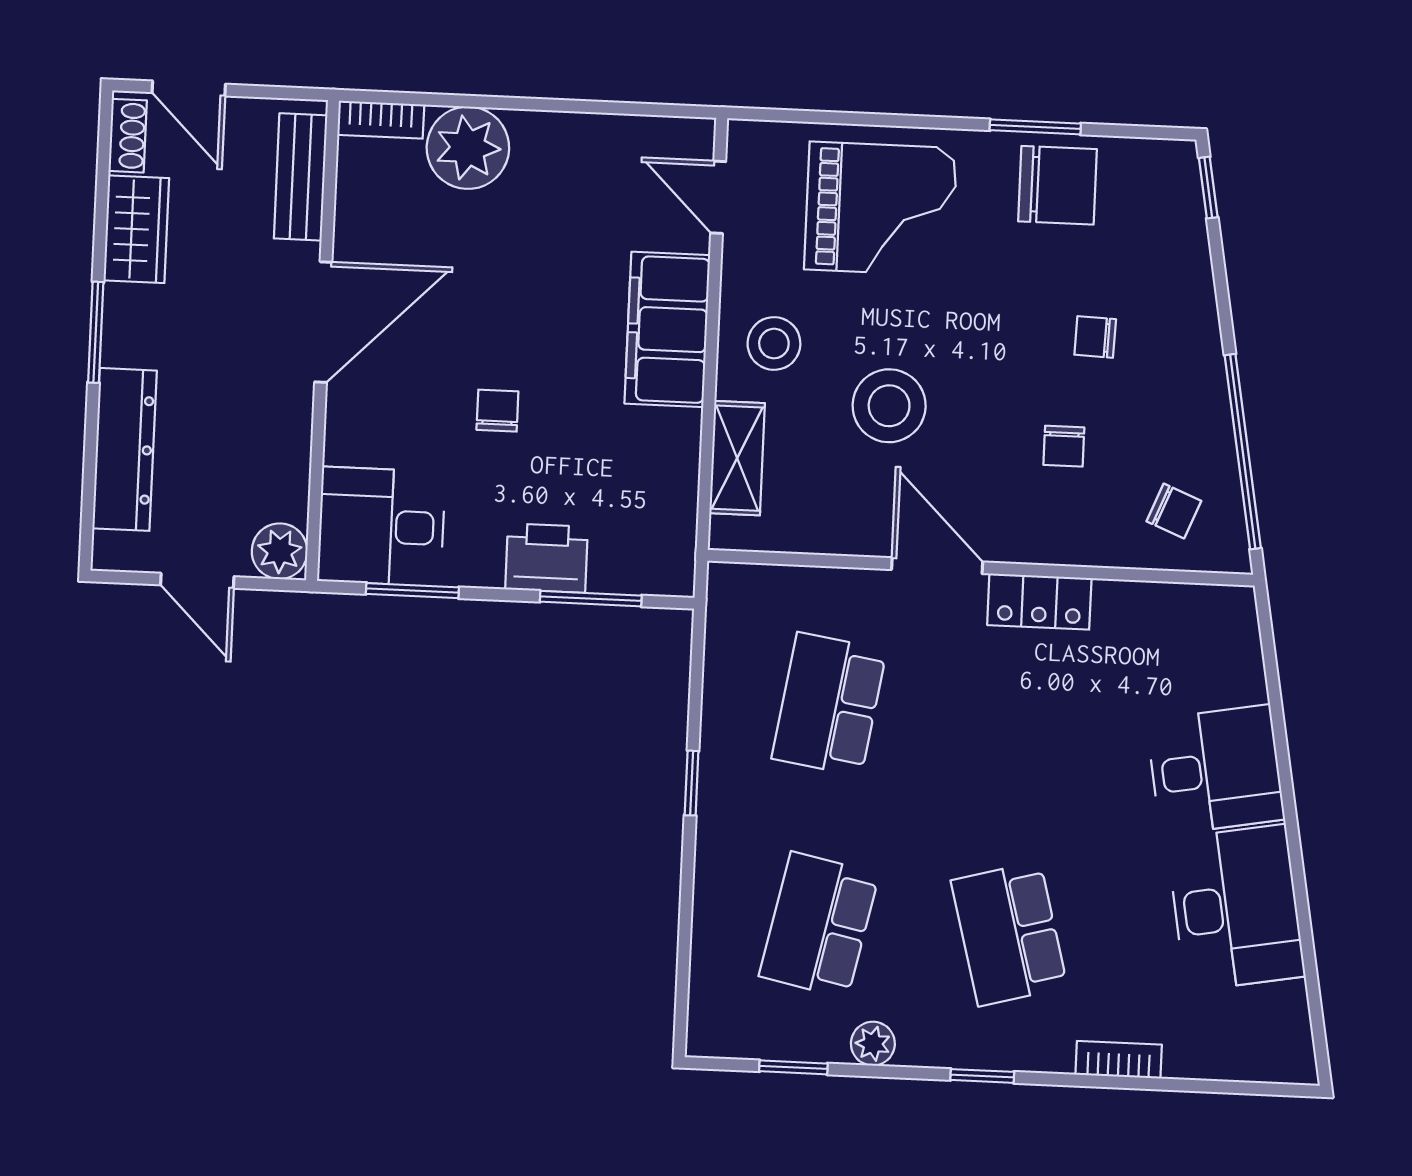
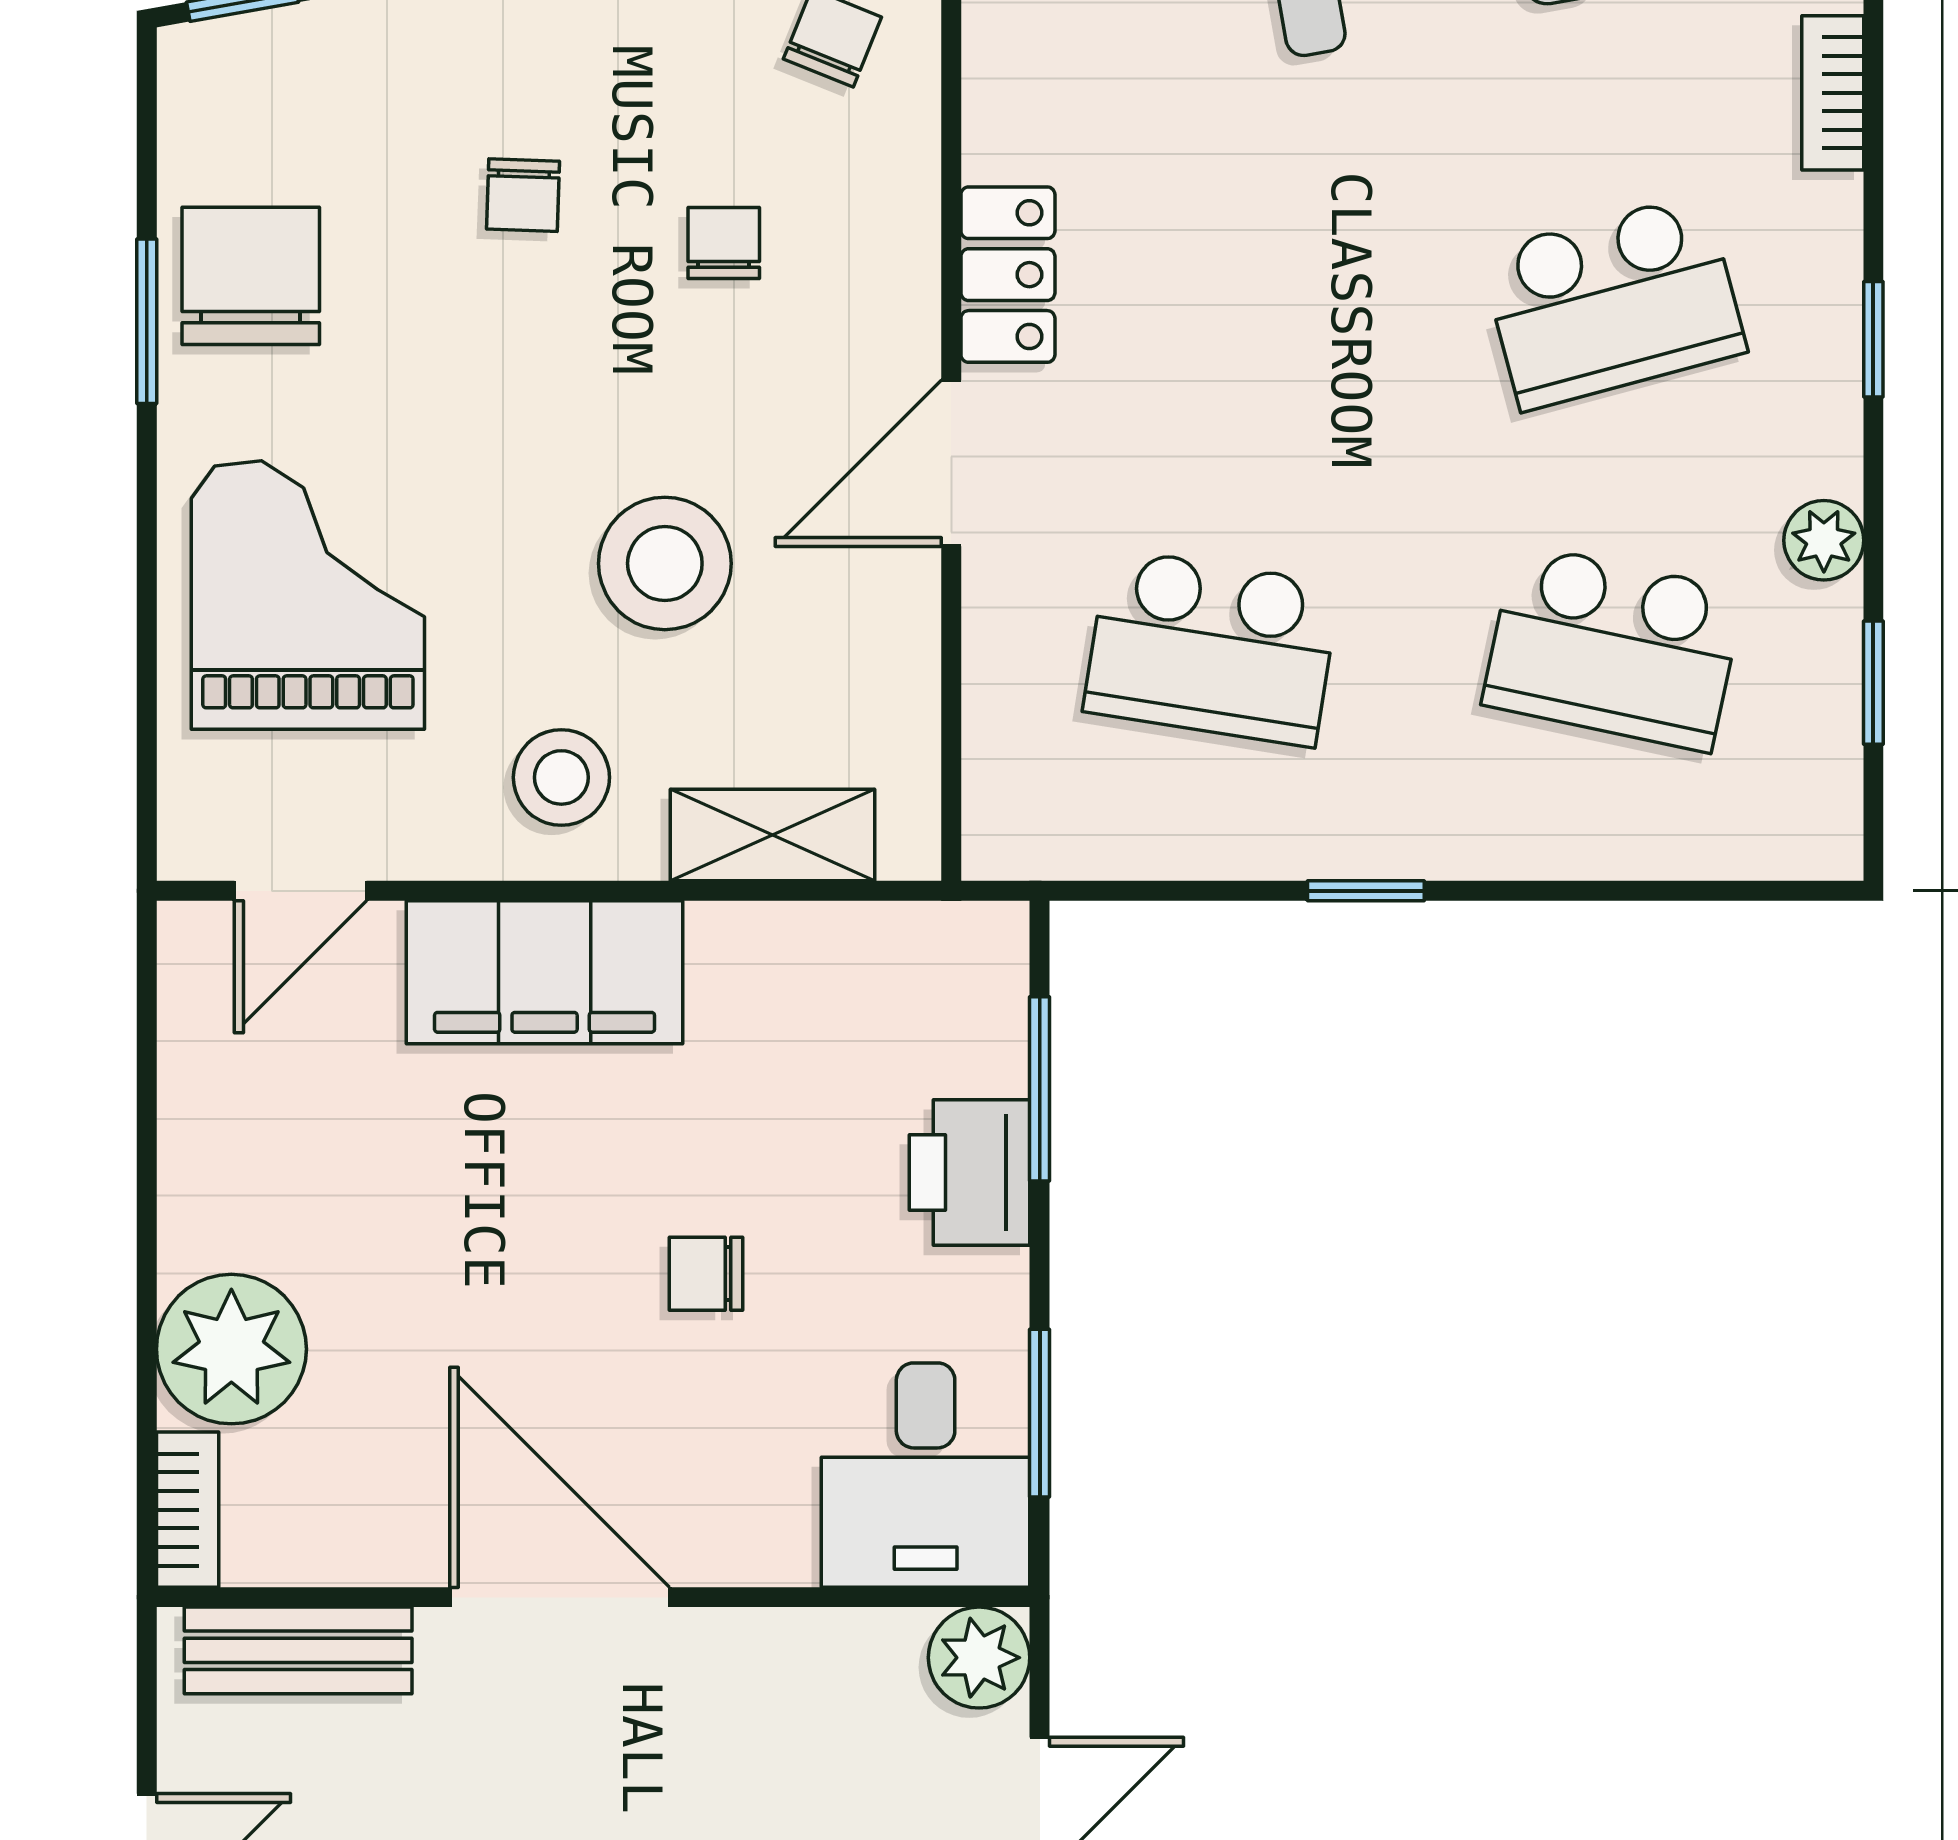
chair: (1064, 446) -> (724, 243), turned -90

